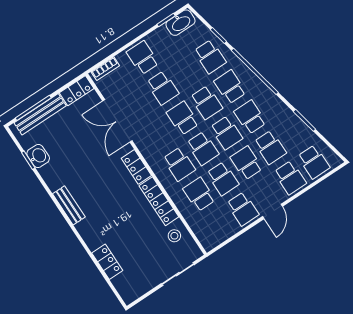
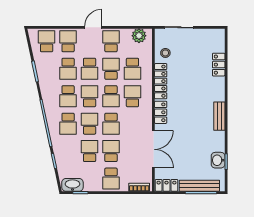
school desk: (210, 57) -> (90, 151), moved
school desk: (270, 147) -> (68, 69), turned 180
school desk: (203, 148) -> (111, 96), turned 180
plant: (216, 236) -> (139, 36), added

